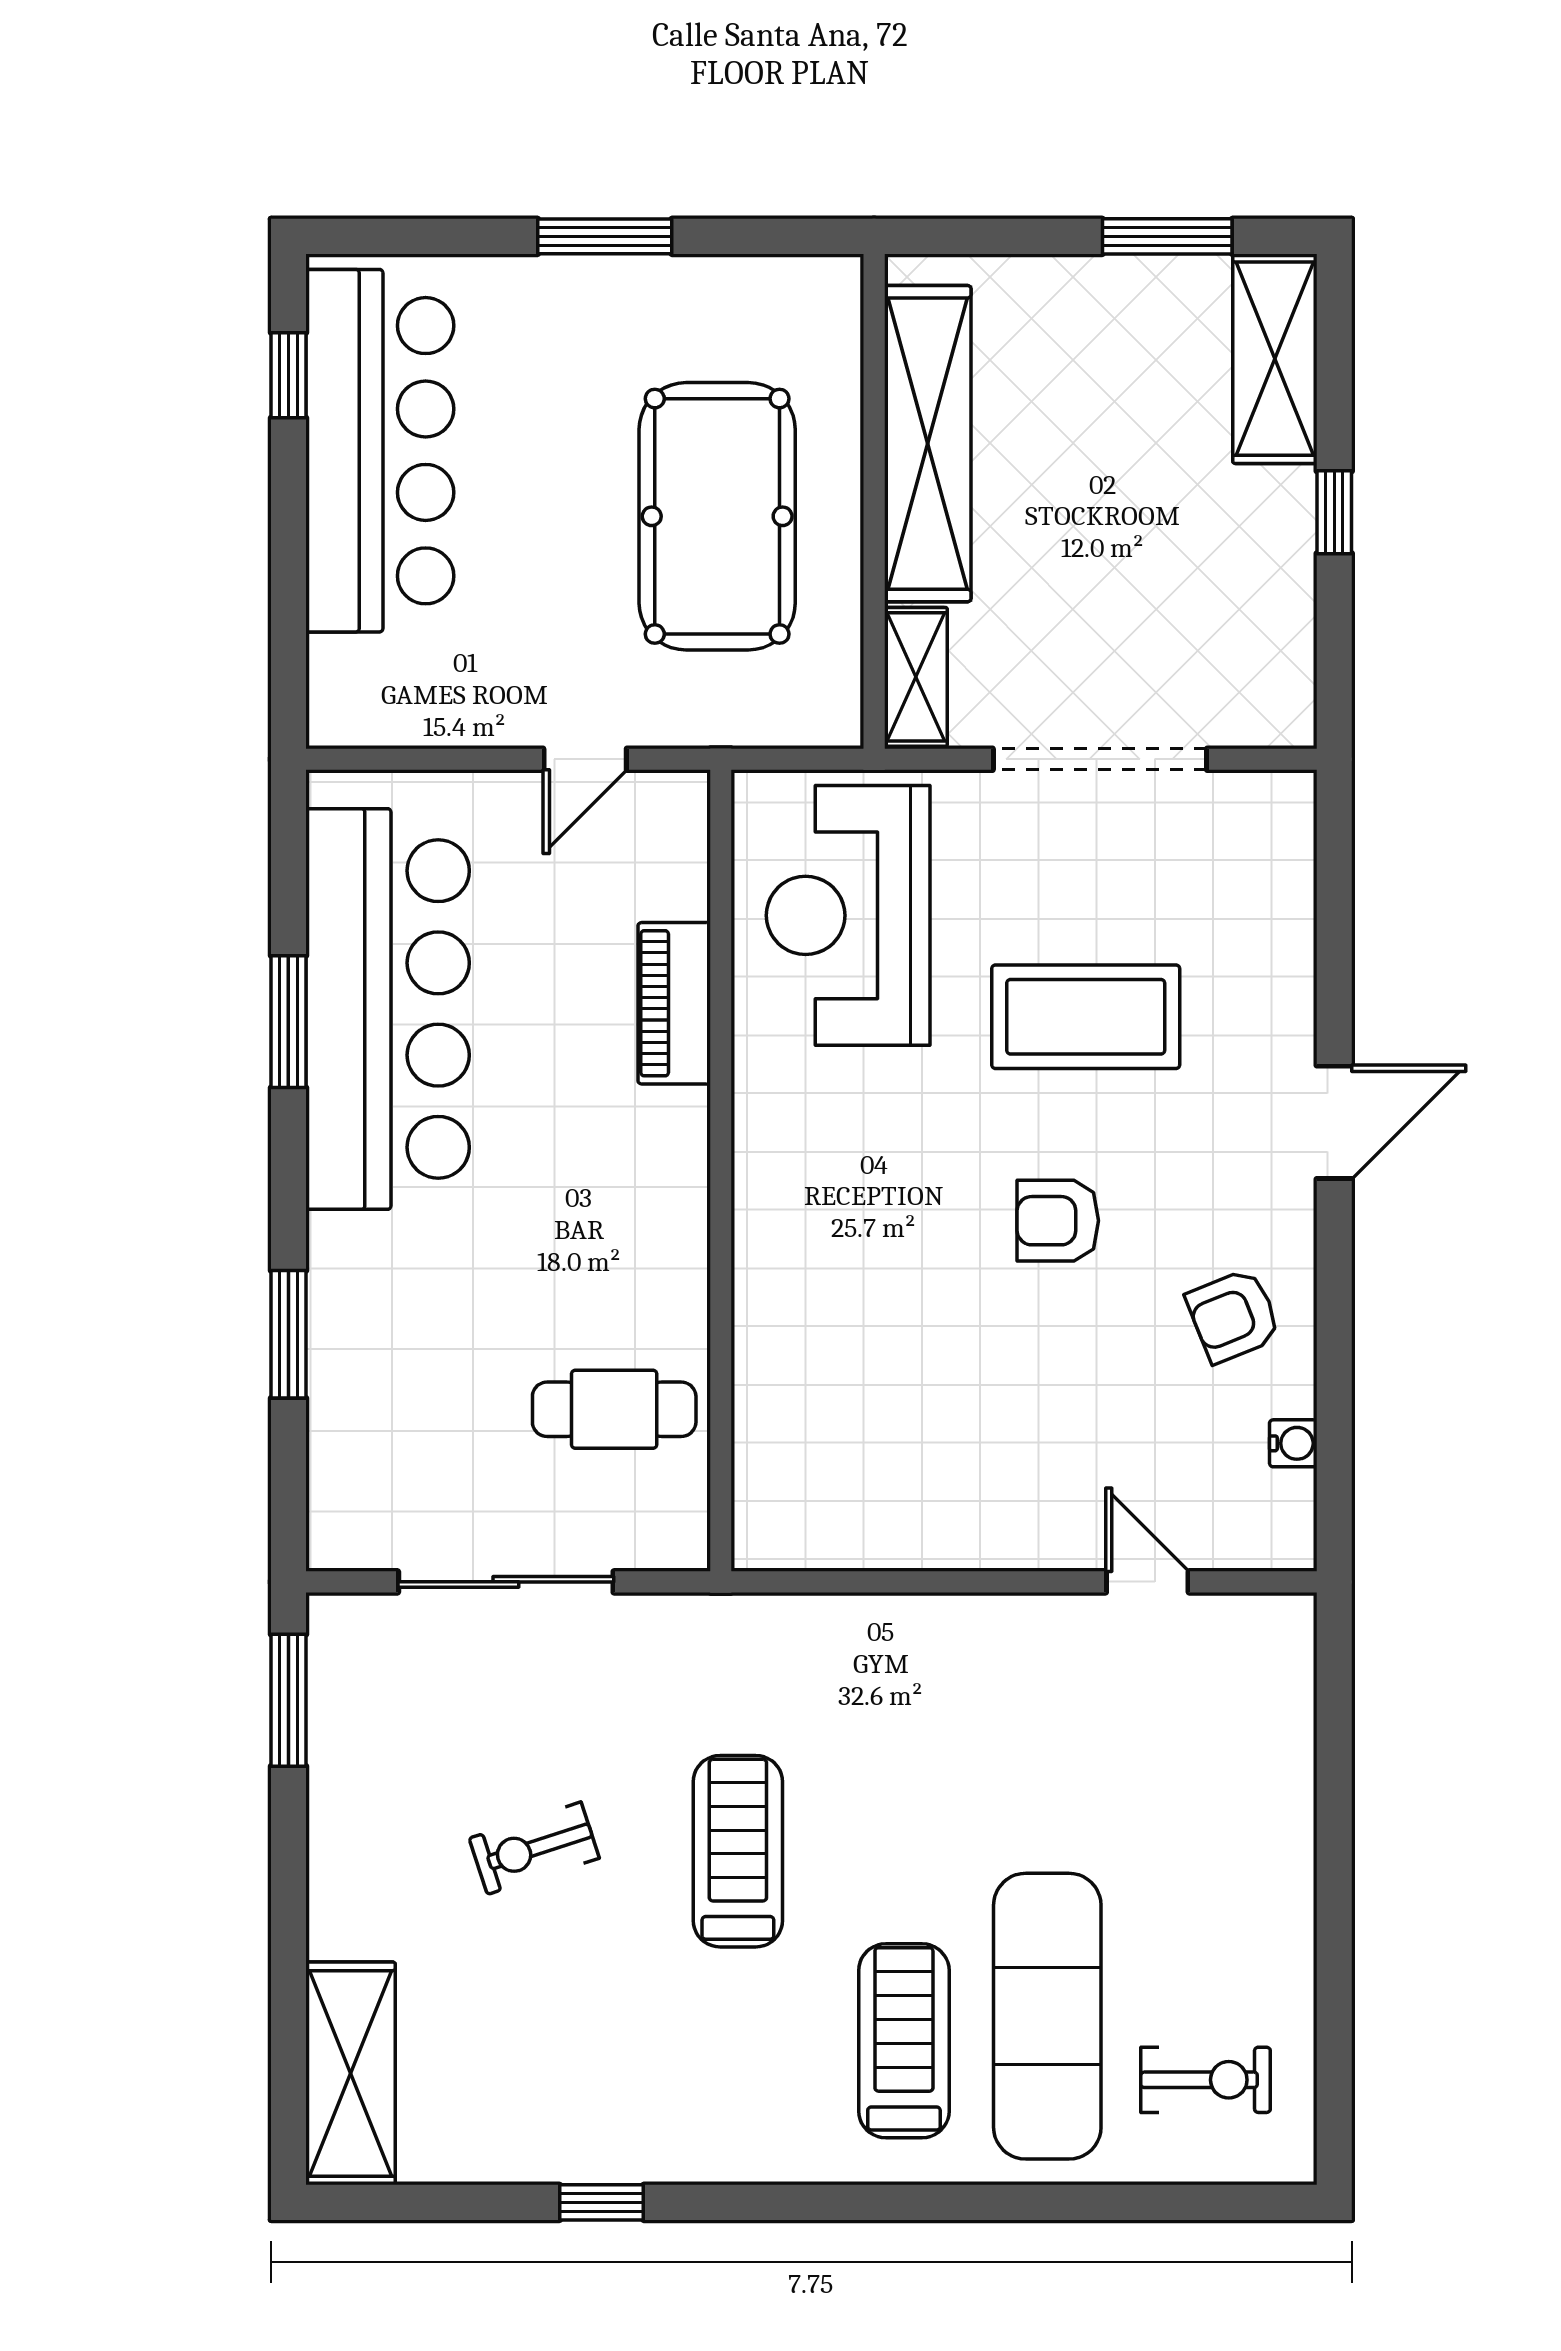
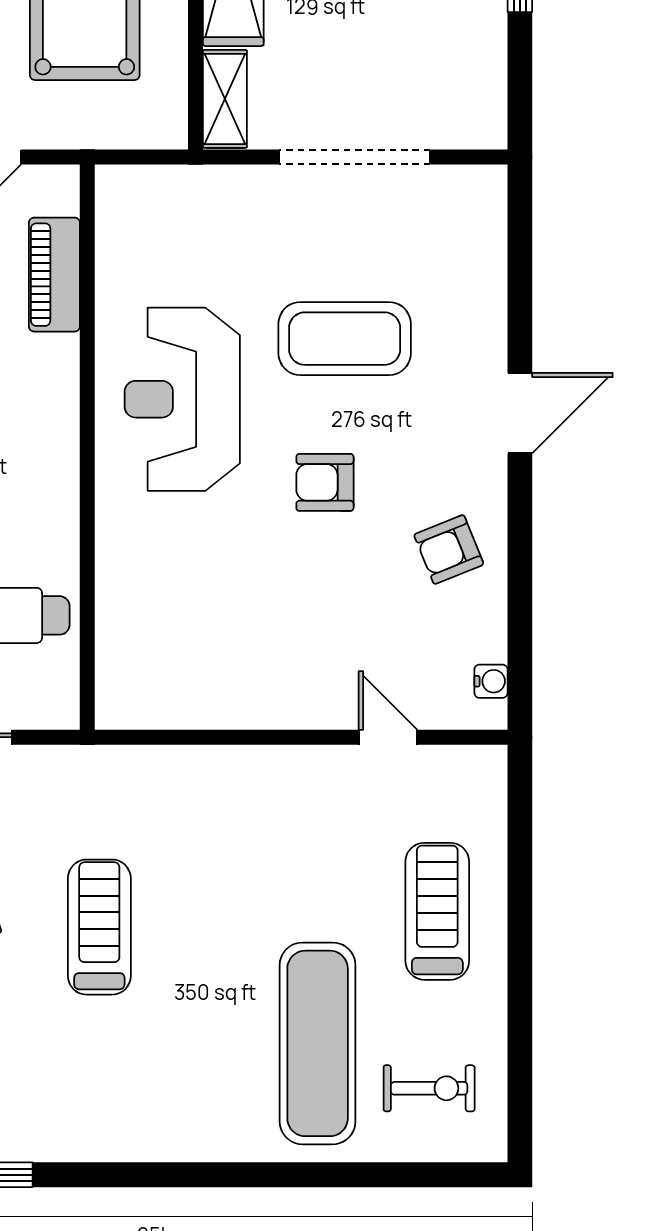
reception desk: (848, 915) -> (182, 399), moved
piano: (674, 1003) -> (54, 275), moved
water cooler: (1293, 1443) -> (491, 681), moved
treadmill: (904, 2041) -> (437, 911), moved

